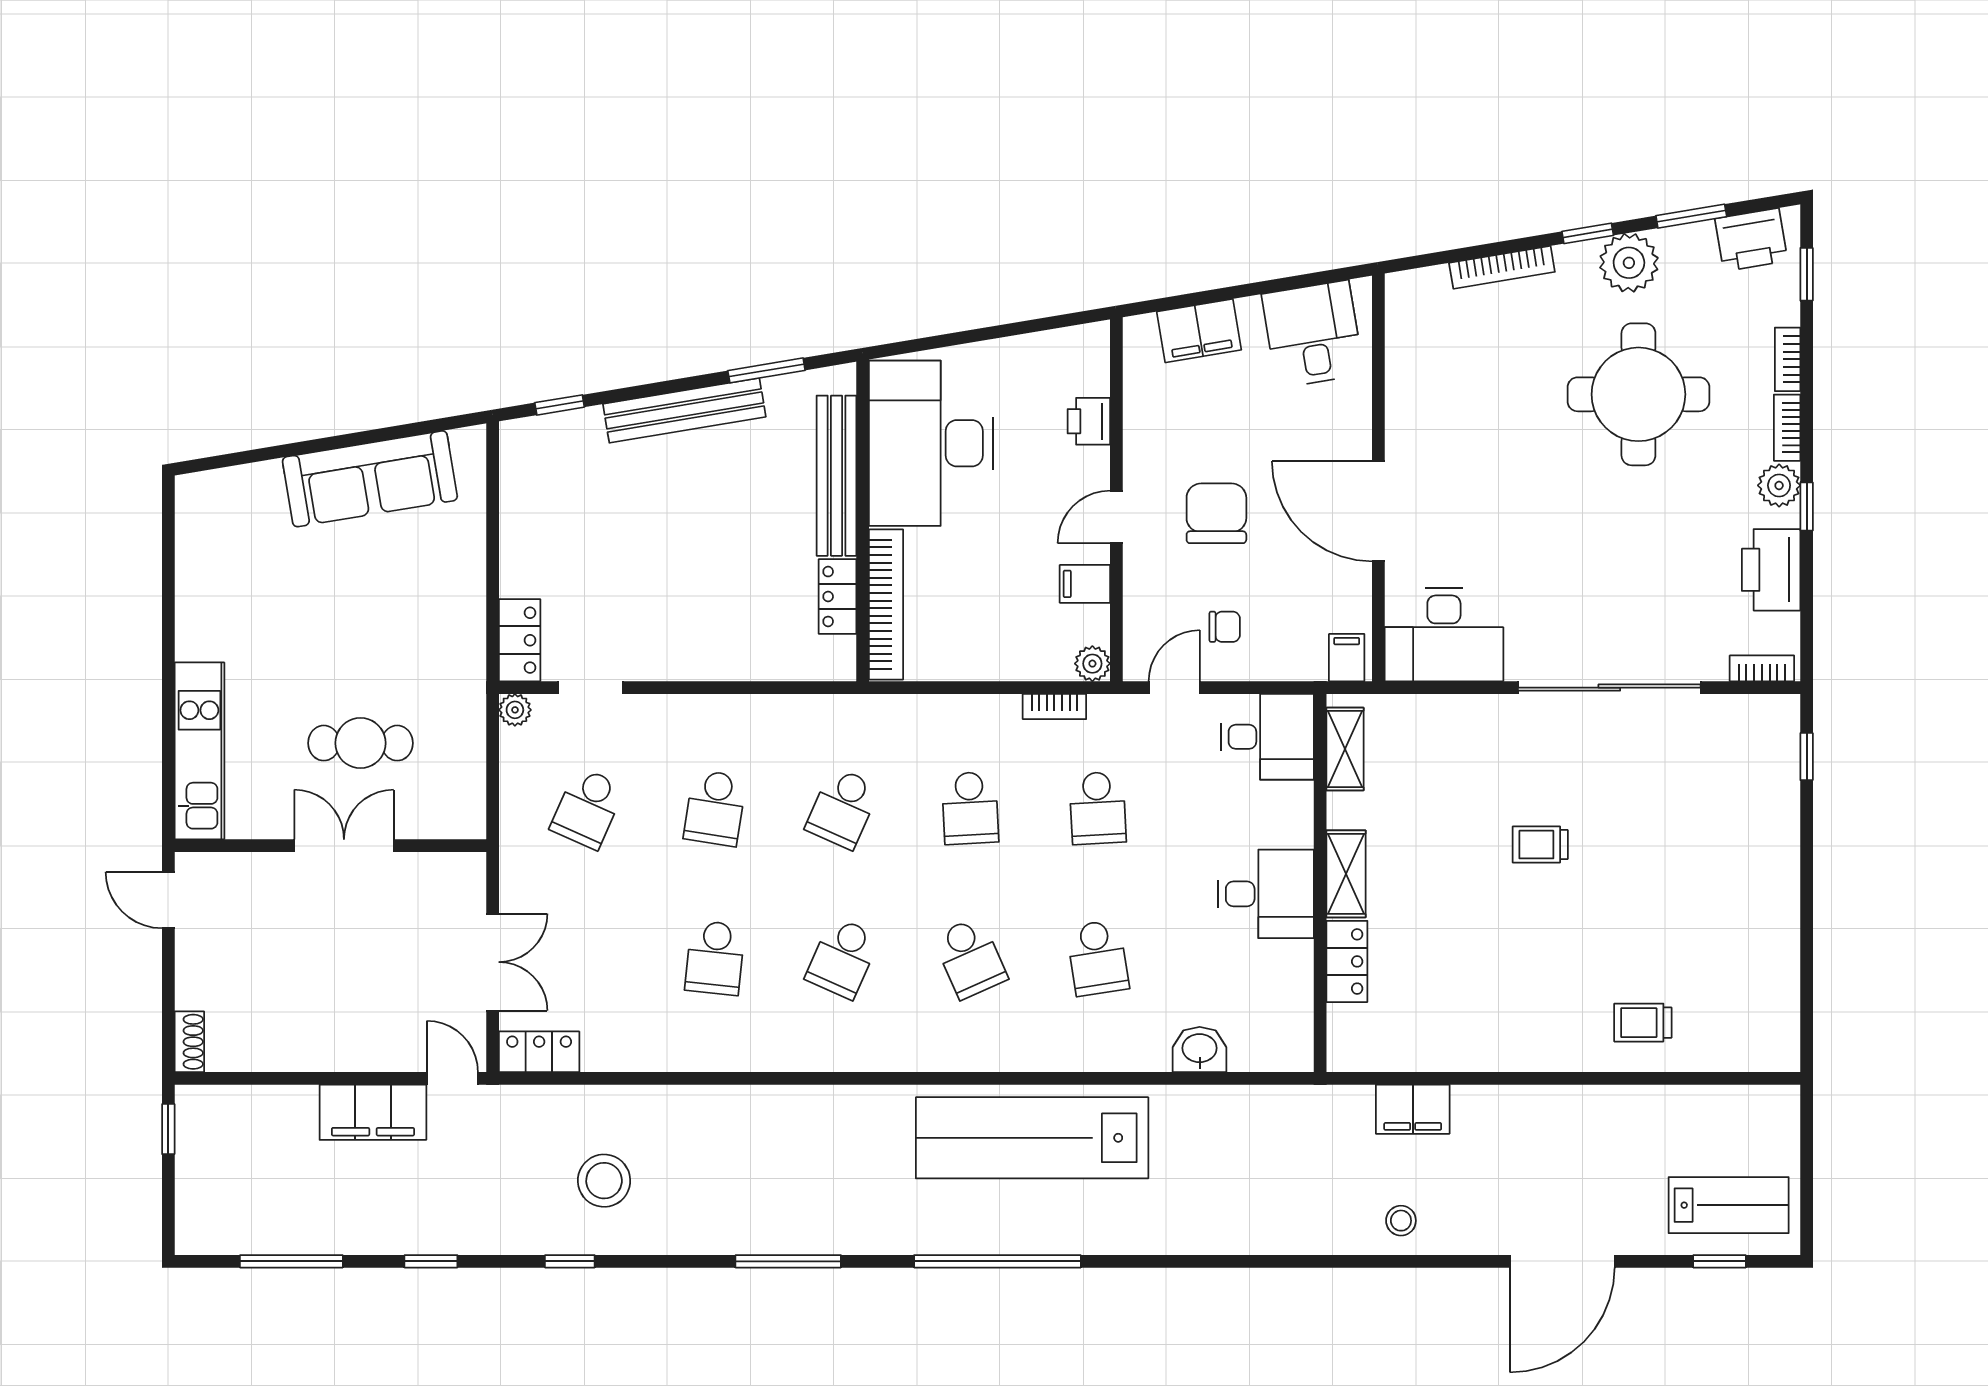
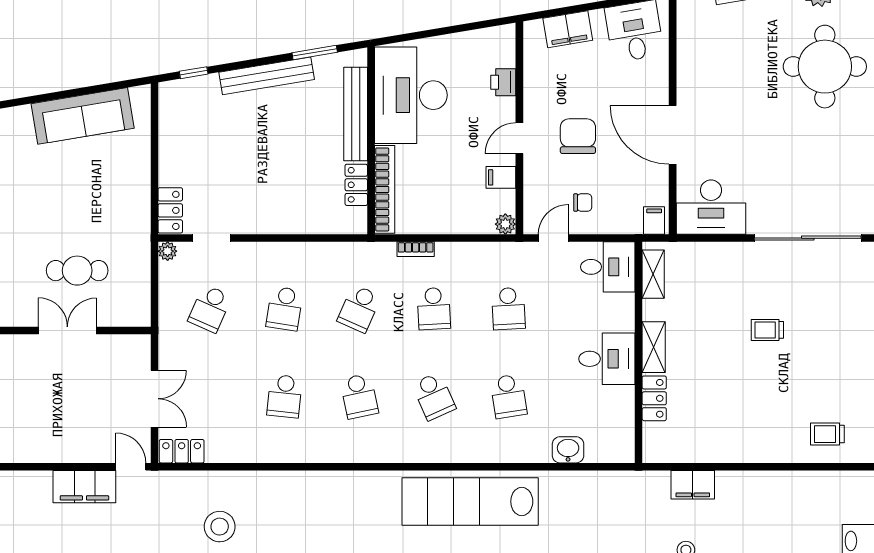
bookcase: (1054, 706) -> (416, 249), moved
school desk: (843, 958) -> (359, 396), turned -36

